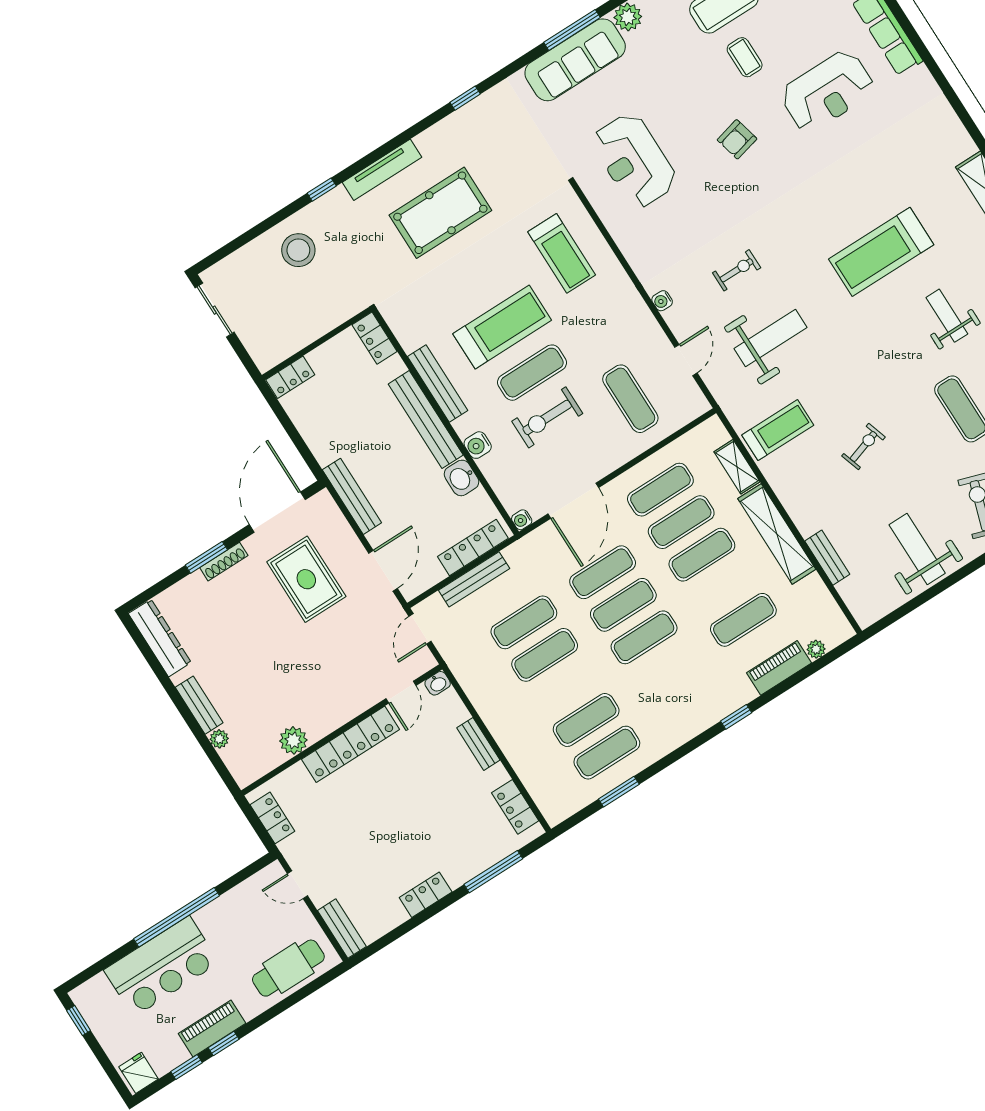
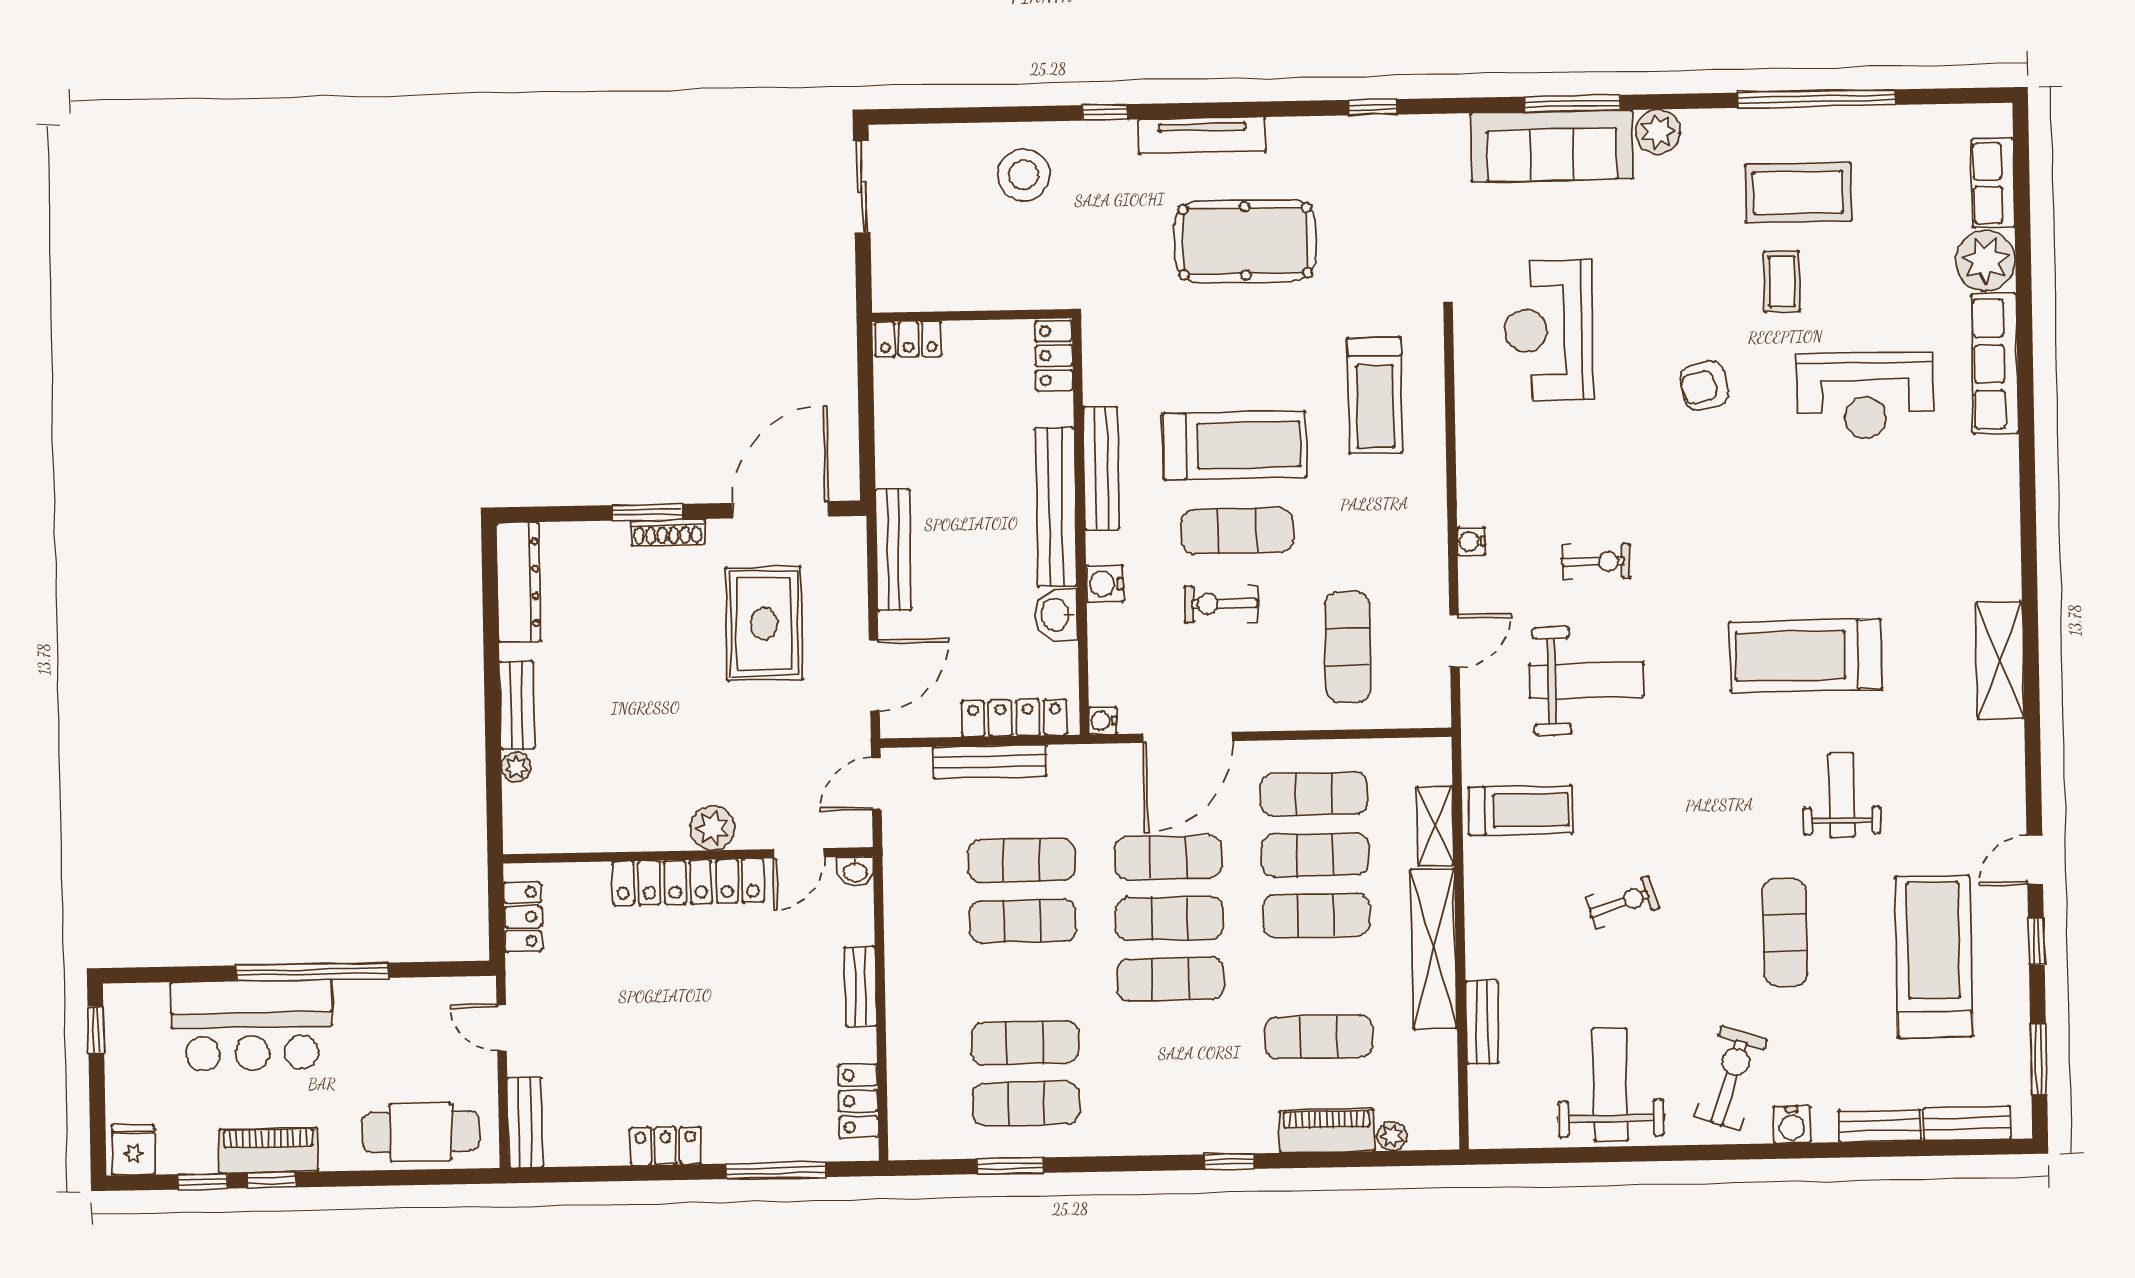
exercise bike: (547, 417) -> (1221, 604), width x0.73, depth x0.72
plant: (293, 740) -> (712, 828), moved

